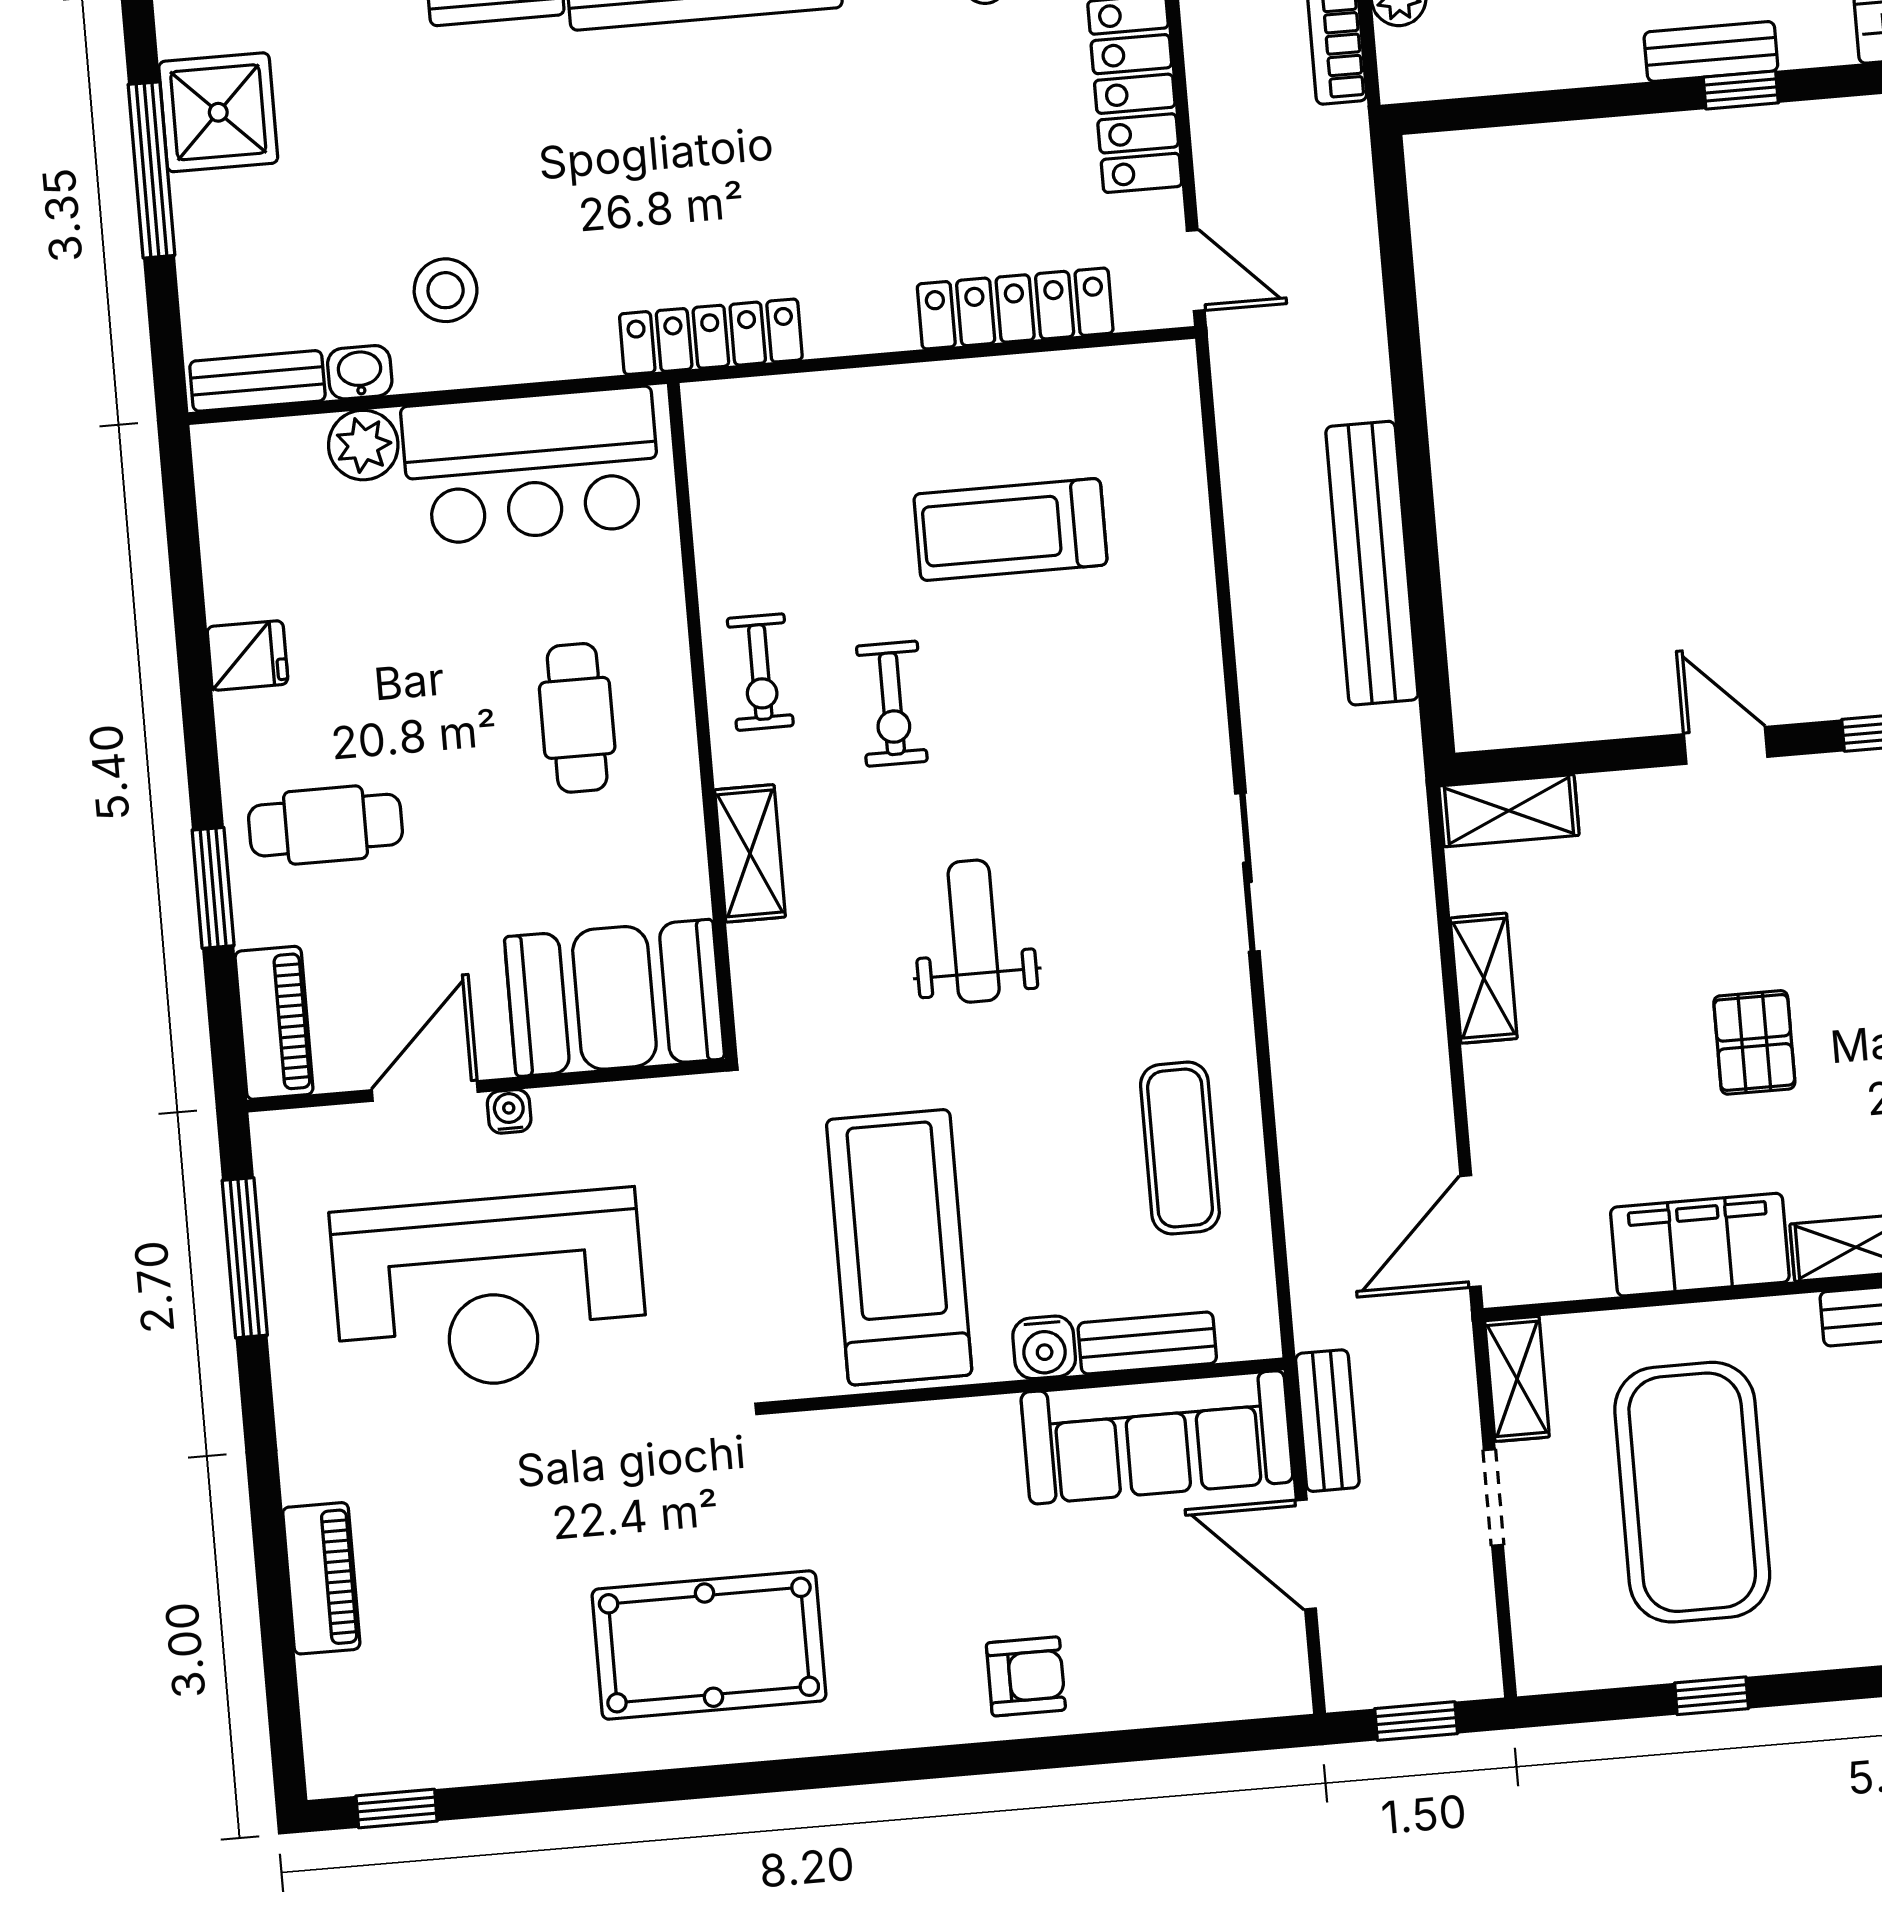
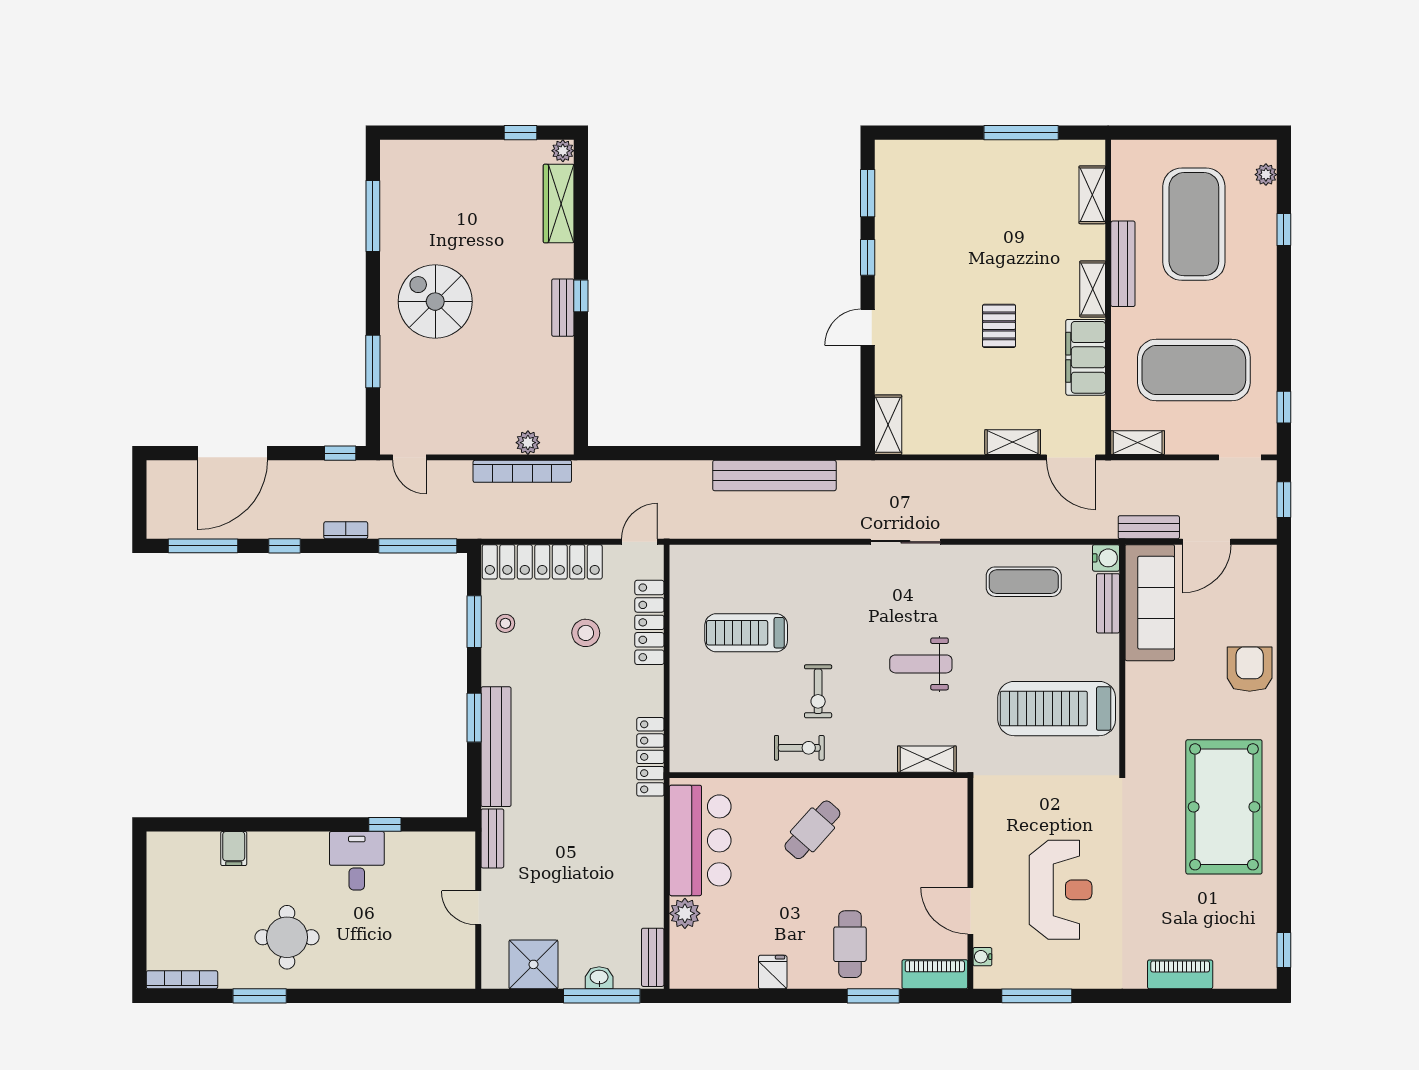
window: (151, 170) -> (602, 996), moved
stool: (446, 290) -> (586, 633), moved
washbasin: (360, 372) -> (599, 978), moved, turned 90
treadmill: (1010, 530) -> (746, 633), turned 90
exercise bike: (892, 704) -> (818, 691), turned 90
cafe table: (577, 718) -> (812, 830), turned -48
shelving: (750, 853) -> (927, 759), moved
shelving: (1484, 978) -> (1013, 442), moved
booth: (614, 998) -> (937, 824), removed
pallet: (1754, 1042) -> (999, 326), turned 90
water cooler: (509, 1111) -> (982, 957), moved
reception desk: (489, 1291) -> (1061, 890), width x0.74, depth x0.77
water cooler: (1044, 1347) -> (1106, 558), moved
doorway: (1493, 1497) -> (1240, 457), moved
pool table: (709, 1645) -> (1224, 807), width x1.36, depth x1.32
armchair: (1026, 1676) -> (1250, 669), width x1.38, depth x1.38
window: (1712, 1696) -> (1284, 407), moved

